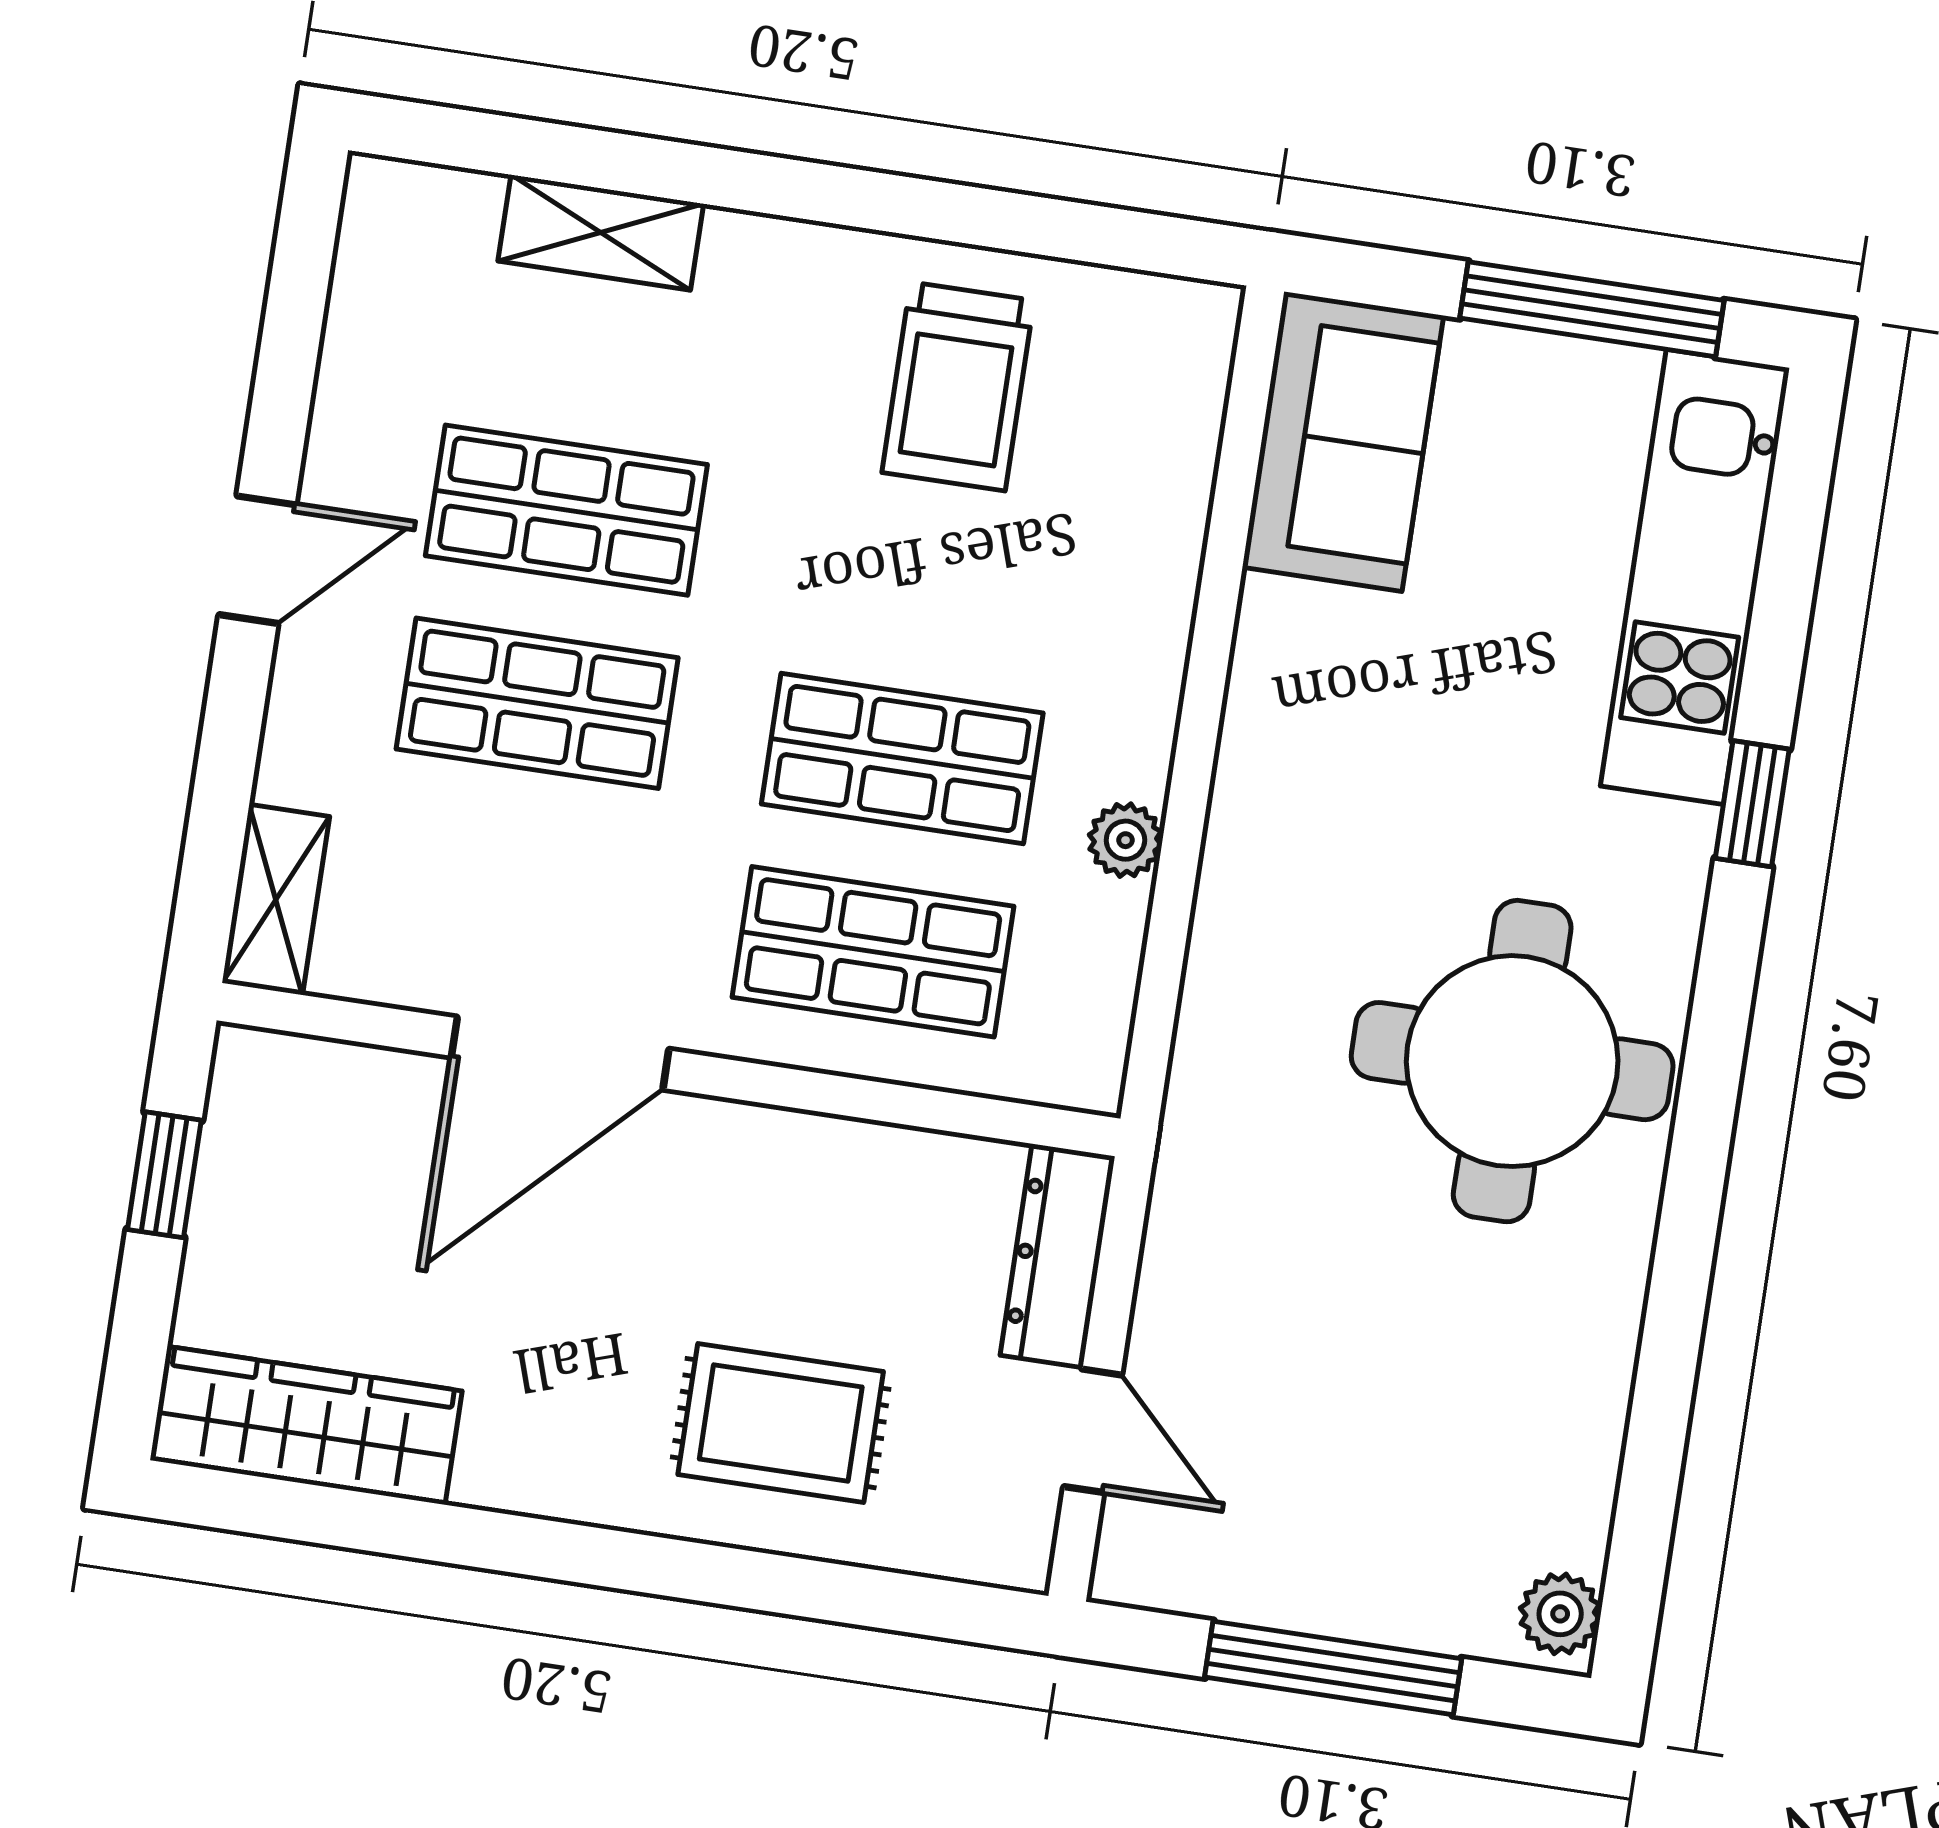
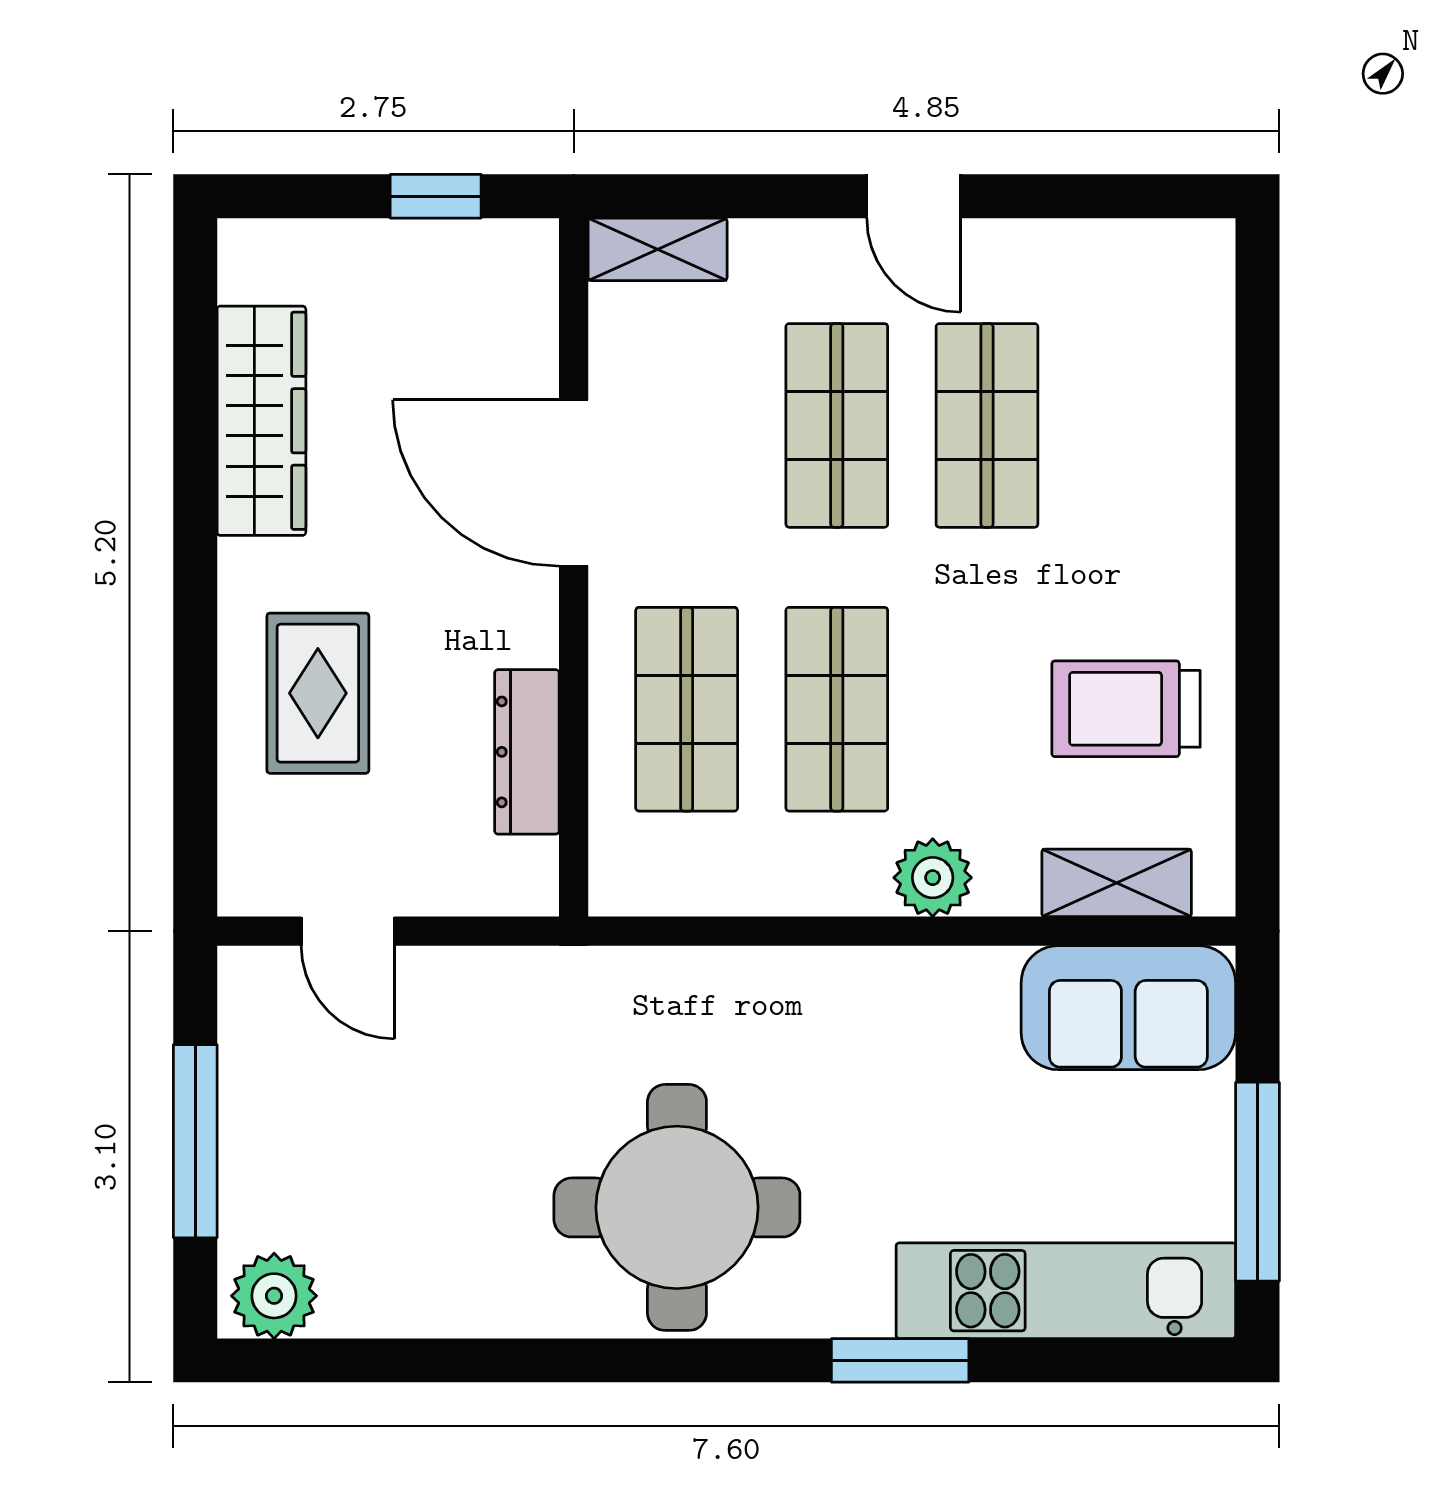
shelving: (601, 232) -> (1117, 883), moved, turned 90
window: (1752, 804) -> (900, 1360), width x1.50
plant: (1125, 840) -> (933, 878), moved, width x1.38, depth x1.38
dresser: (1058, 1256) -> (527, 752), moved, turned -90
wardrobe: (306, 1426) -> (261, 421), moved
door: (1093, 1431) -> (348, 931), hinge flipped
plant: (1560, 1614) -> (274, 1296), width x1.38, depth x1.38

